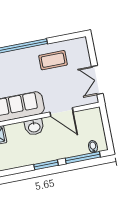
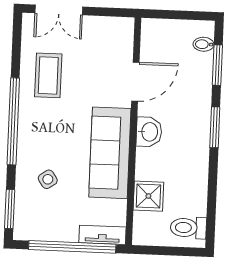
double door: (97, 80) -> (59, 10), moved
window: (83, 158) -> (217, 65), width x0.69

